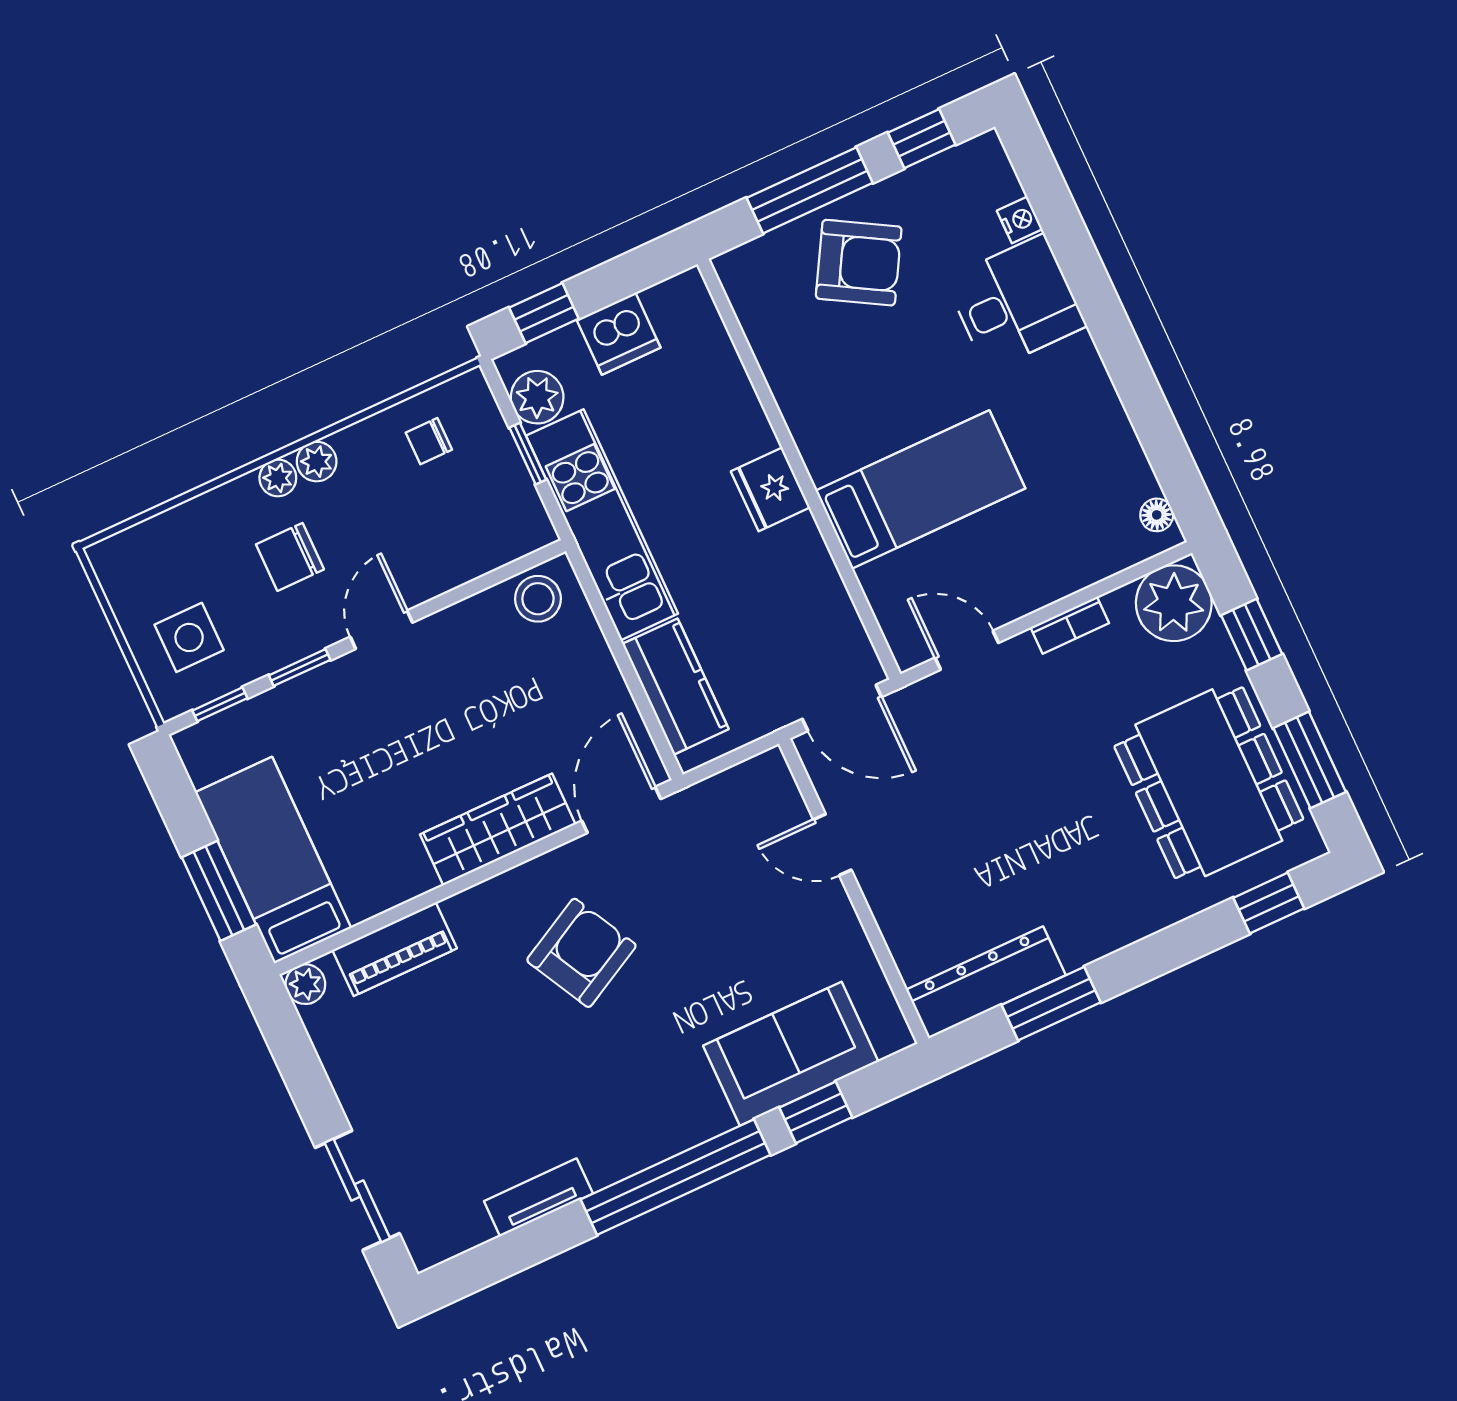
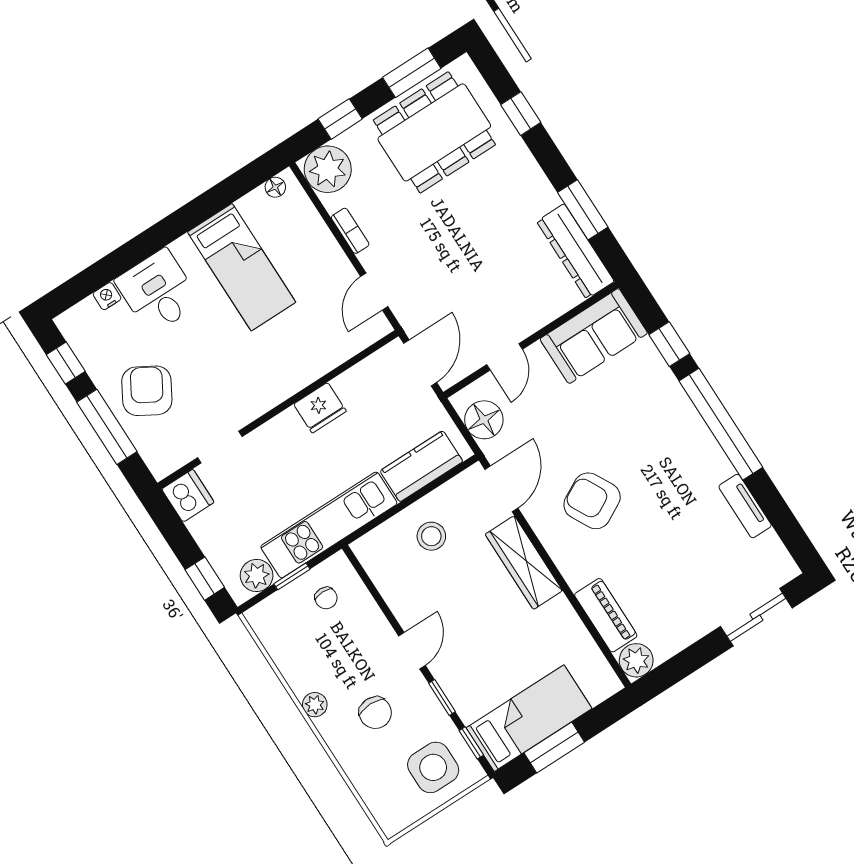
dishwasher: (619, 334) -> (188, 496), moved
doorway: (752, 367) -> (220, 447), added
chair: (429, 441) -> (326, 598), moved
plant: (278, 478) -> (328, 727), removed
fridge: (770, 489) -> (320, 408), moved
bed: (920, 490) -> (242, 267), moved, turned 180
stool: (538, 599) -> (431, 536), moved
door: (381, 630) -> (412, 651), swing flipped
side table: (189, 637) -> (433, 767), width x1.37, depth x1.37
floor lamp: (736, 797) -> (484, 420), added
door: (621, 810) -> (501, 489), swing flipped
bed: (273, 860) -> (529, 718), moved, turned 180
window: (219, 891) -> (554, 748), moved
window: (1269, 903) -> (521, 114), moved
plant: (305, 984) -> (636, 660), width x1.38, depth x1.38
sofa: (791, 1054) -> (594, 336), moved, turned -90

